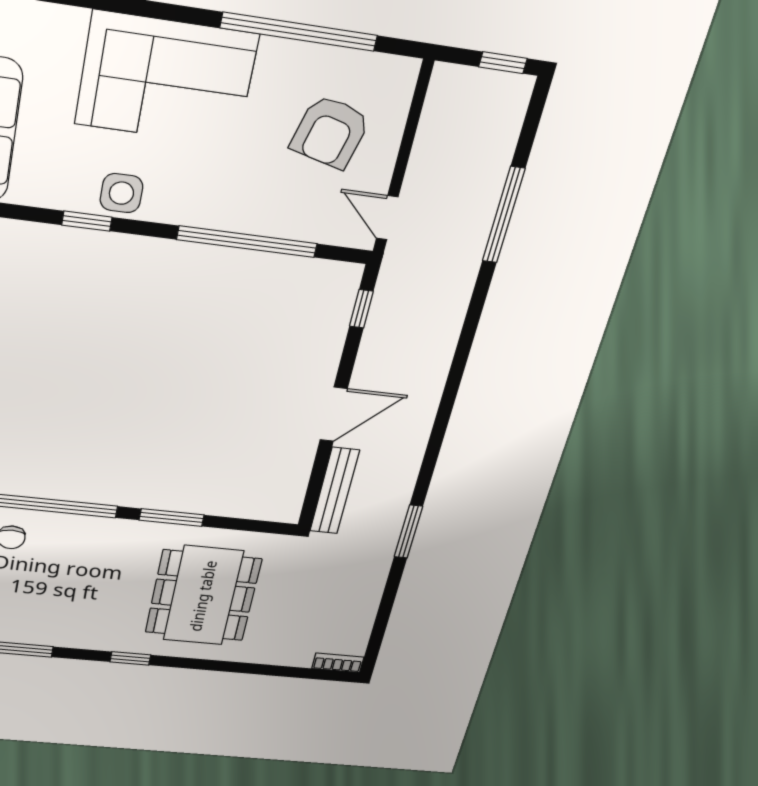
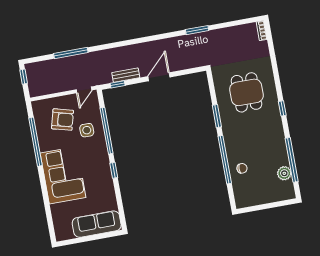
side table: (121, 193) -> (87, 130), moved
window: (87, 221) -> (114, 170), moved
door: (334, 414) -> (159, 77), hinge flipped
bench: (334, 491) -> (126, 75), moved, width x0.73
dining table: (203, 596) -> (246, 92), width x0.73

